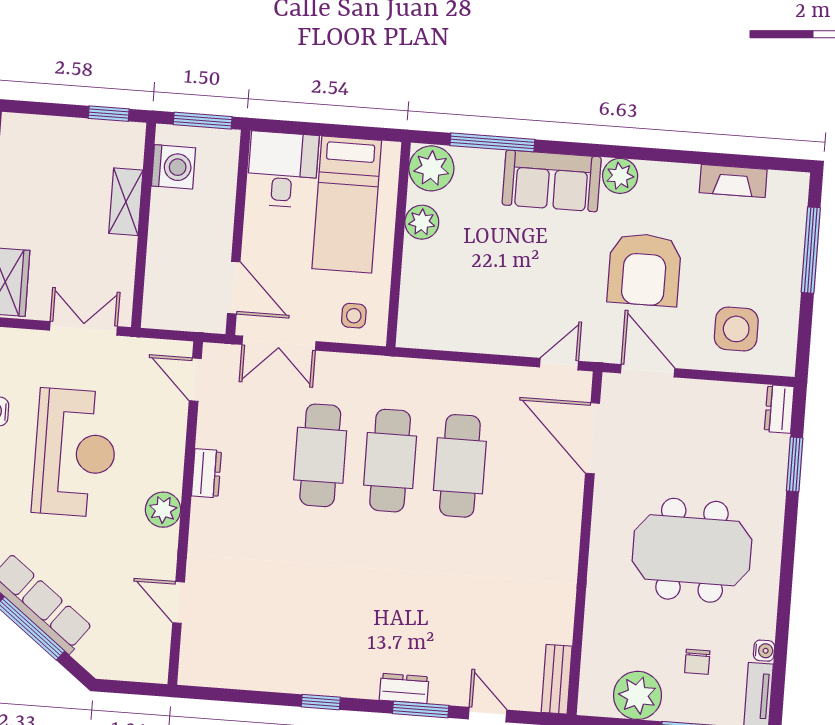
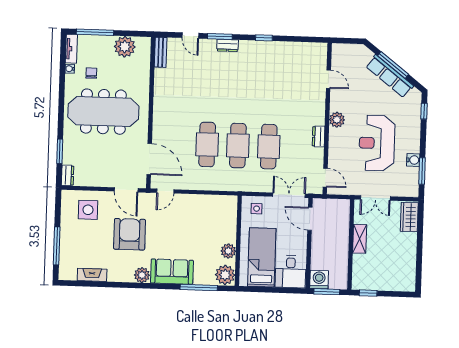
washing machine: (173, 167) -> (319, 280), moved, turned 90
shelving: (126, 202) -> (360, 239), moved
meeting table: (692, 550) -> (103, 112), width x1.36
chair: (697, 662) -> (91, 73), moved

